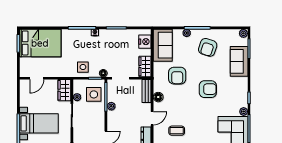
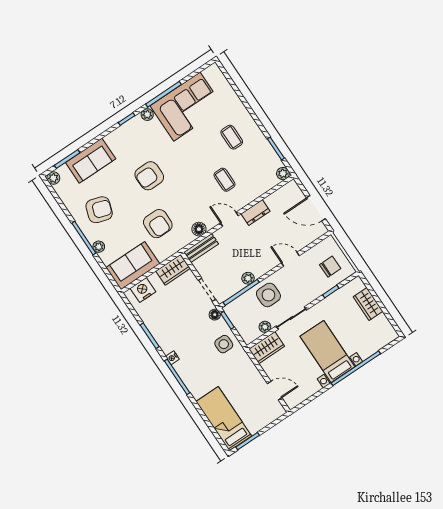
bed: (40, 43) -> (224, 419), width x0.67
armchair: (177, 76) -> (158, 224), turned 90
armchair: (208, 89) -> (149, 176), turned -91
side table: (94, 94) -> (268, 295), moved

